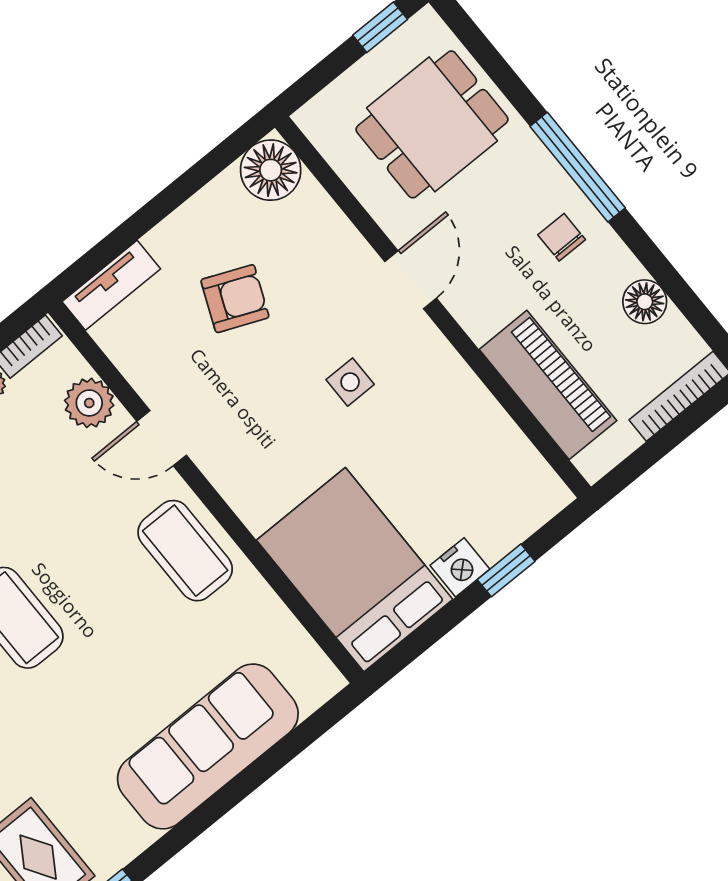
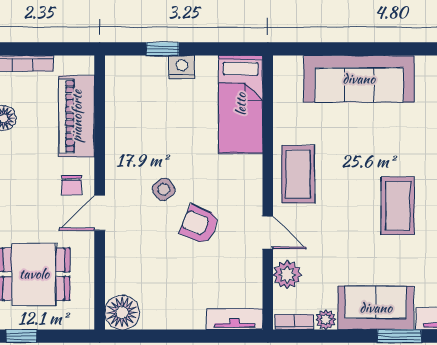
chair: (562, 237) -> (72, 185), moved
armchair: (235, 299) -> (200, 225), moved
side table: (350, 382) -> (164, 189), turned -35
bed: (355, 570) -> (241, 104), width x0.67

